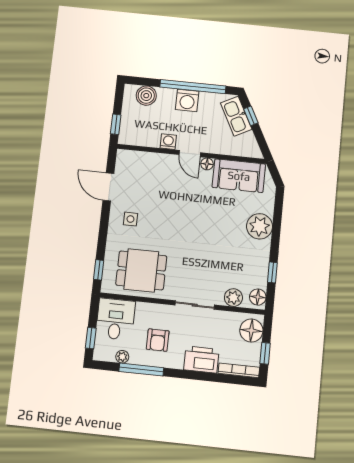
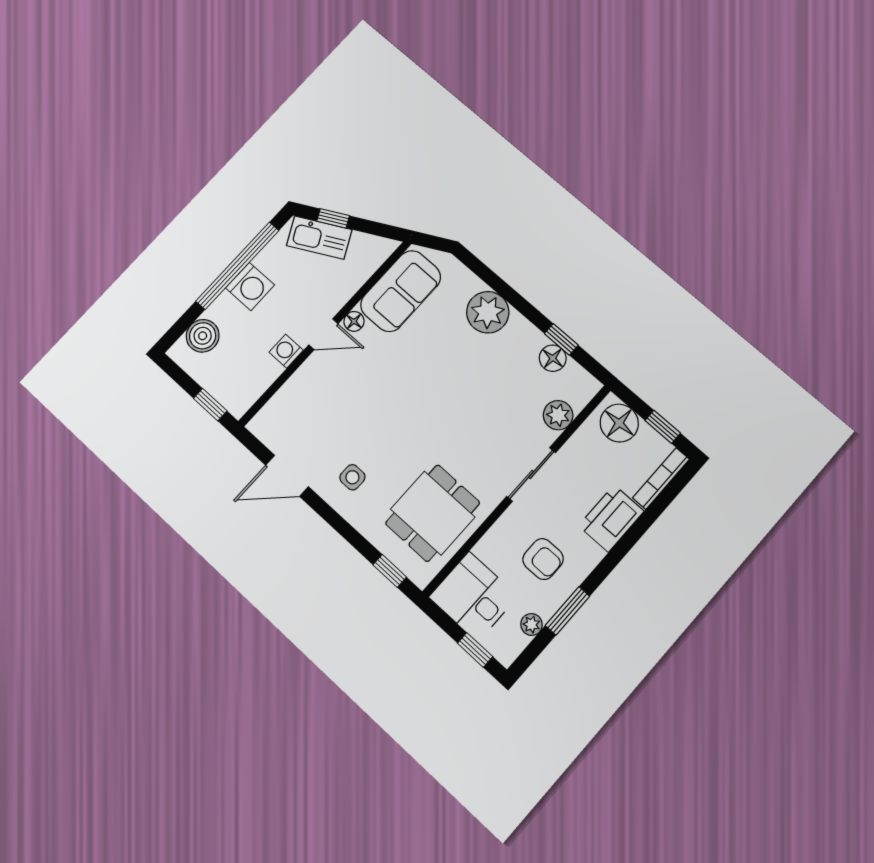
floor lamp: (258, 297) -> (553, 358), moved
window: (141, 370) -> (567, 611), width x0.69

